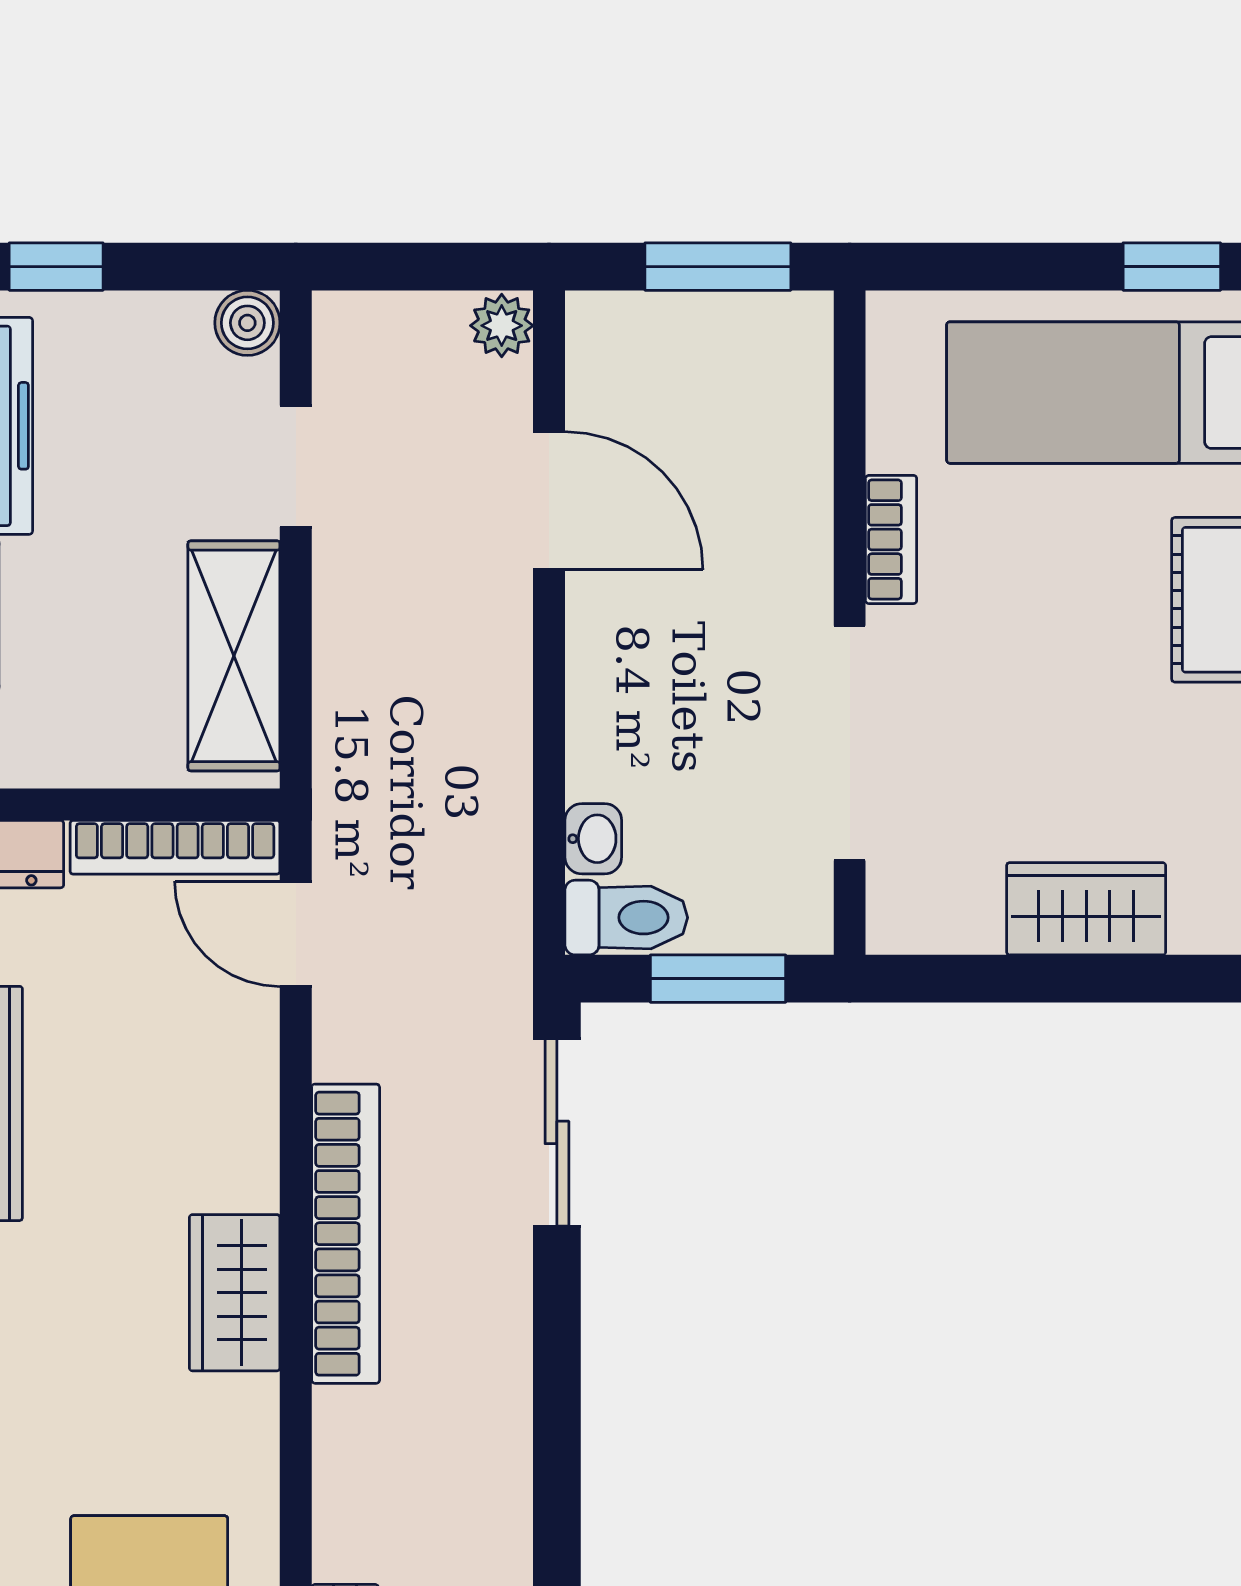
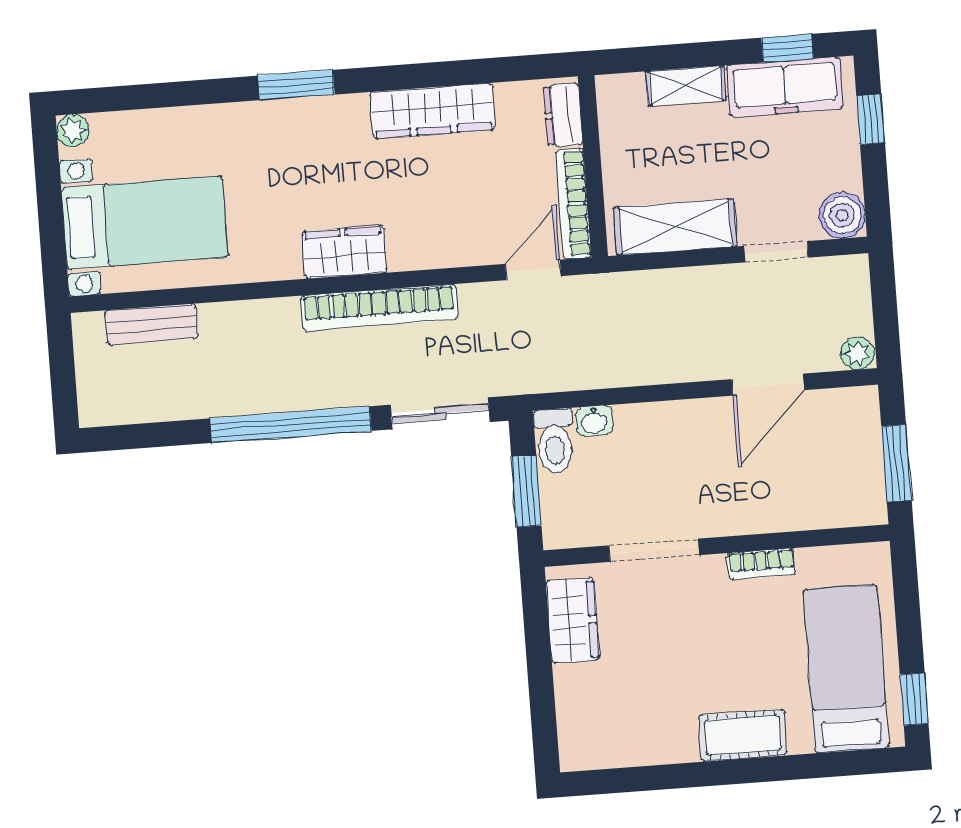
boiler: (247, 323) -> (842, 215), width x1.36, depth x1.36
doorway: (850, 743) -> (654, 550), width x0.73
wardrobe: (1086, 909) -> (573, 621), moved
window: (557, 1420) -> (291, 425), added

